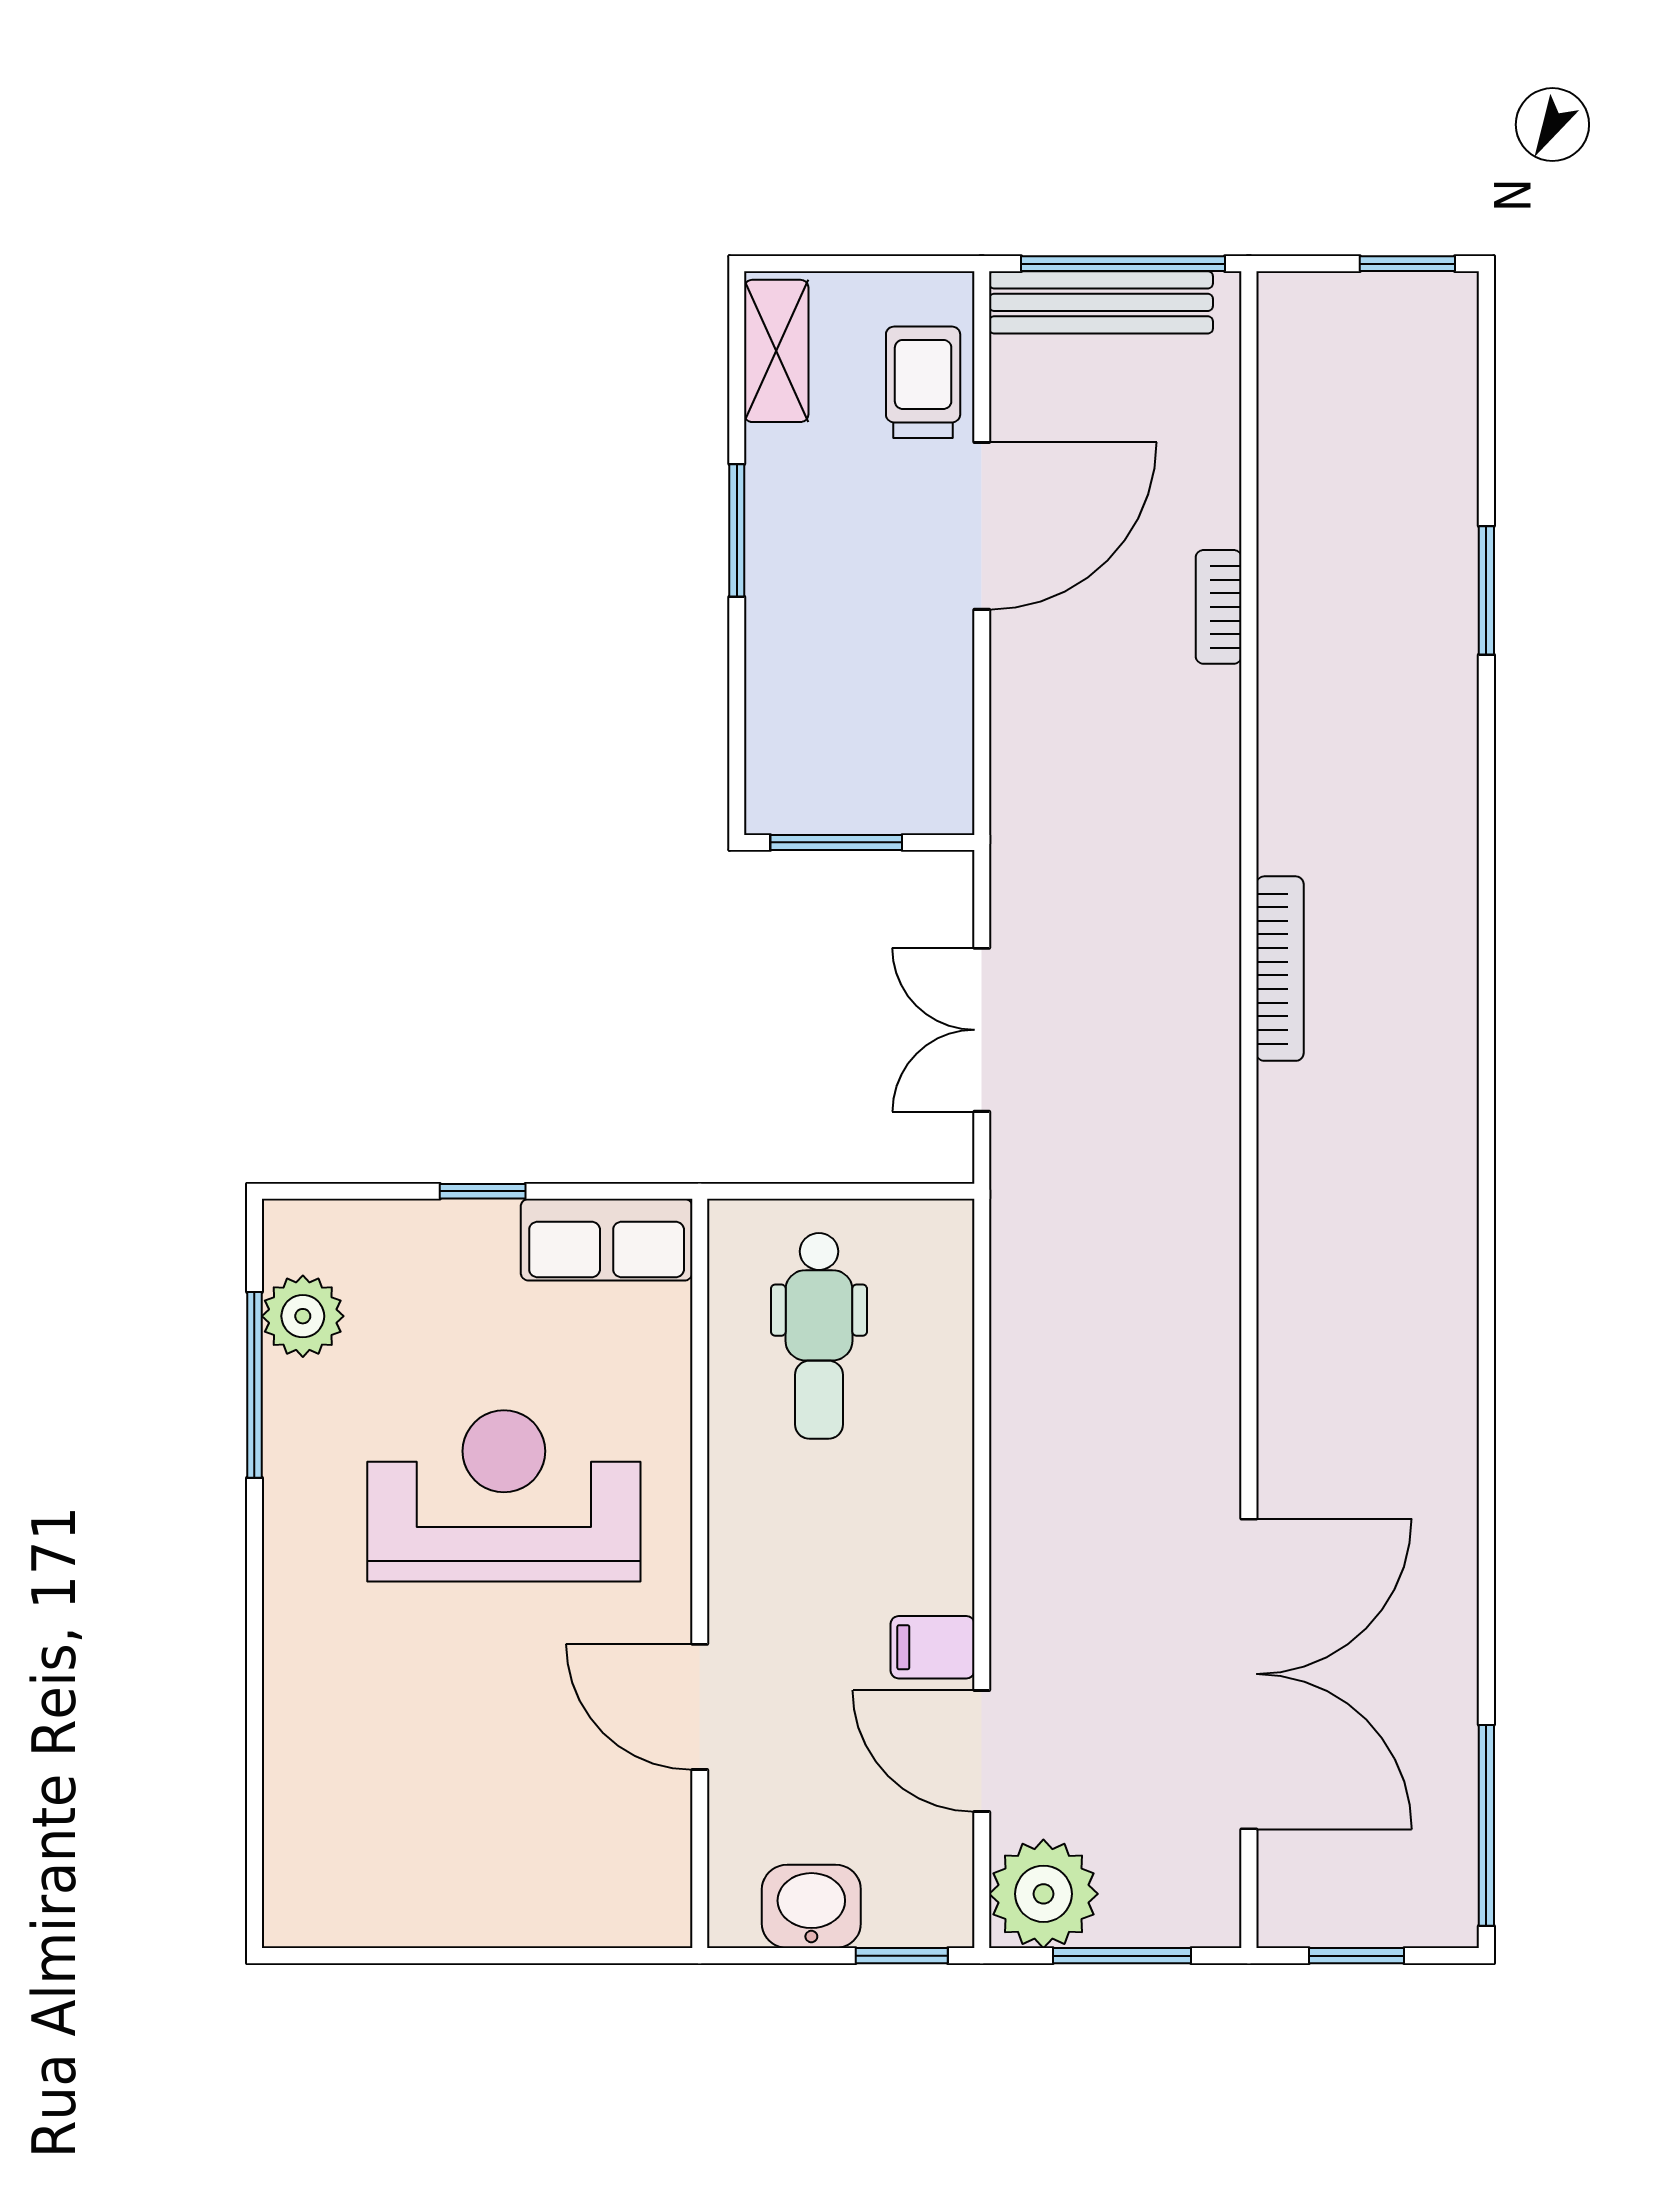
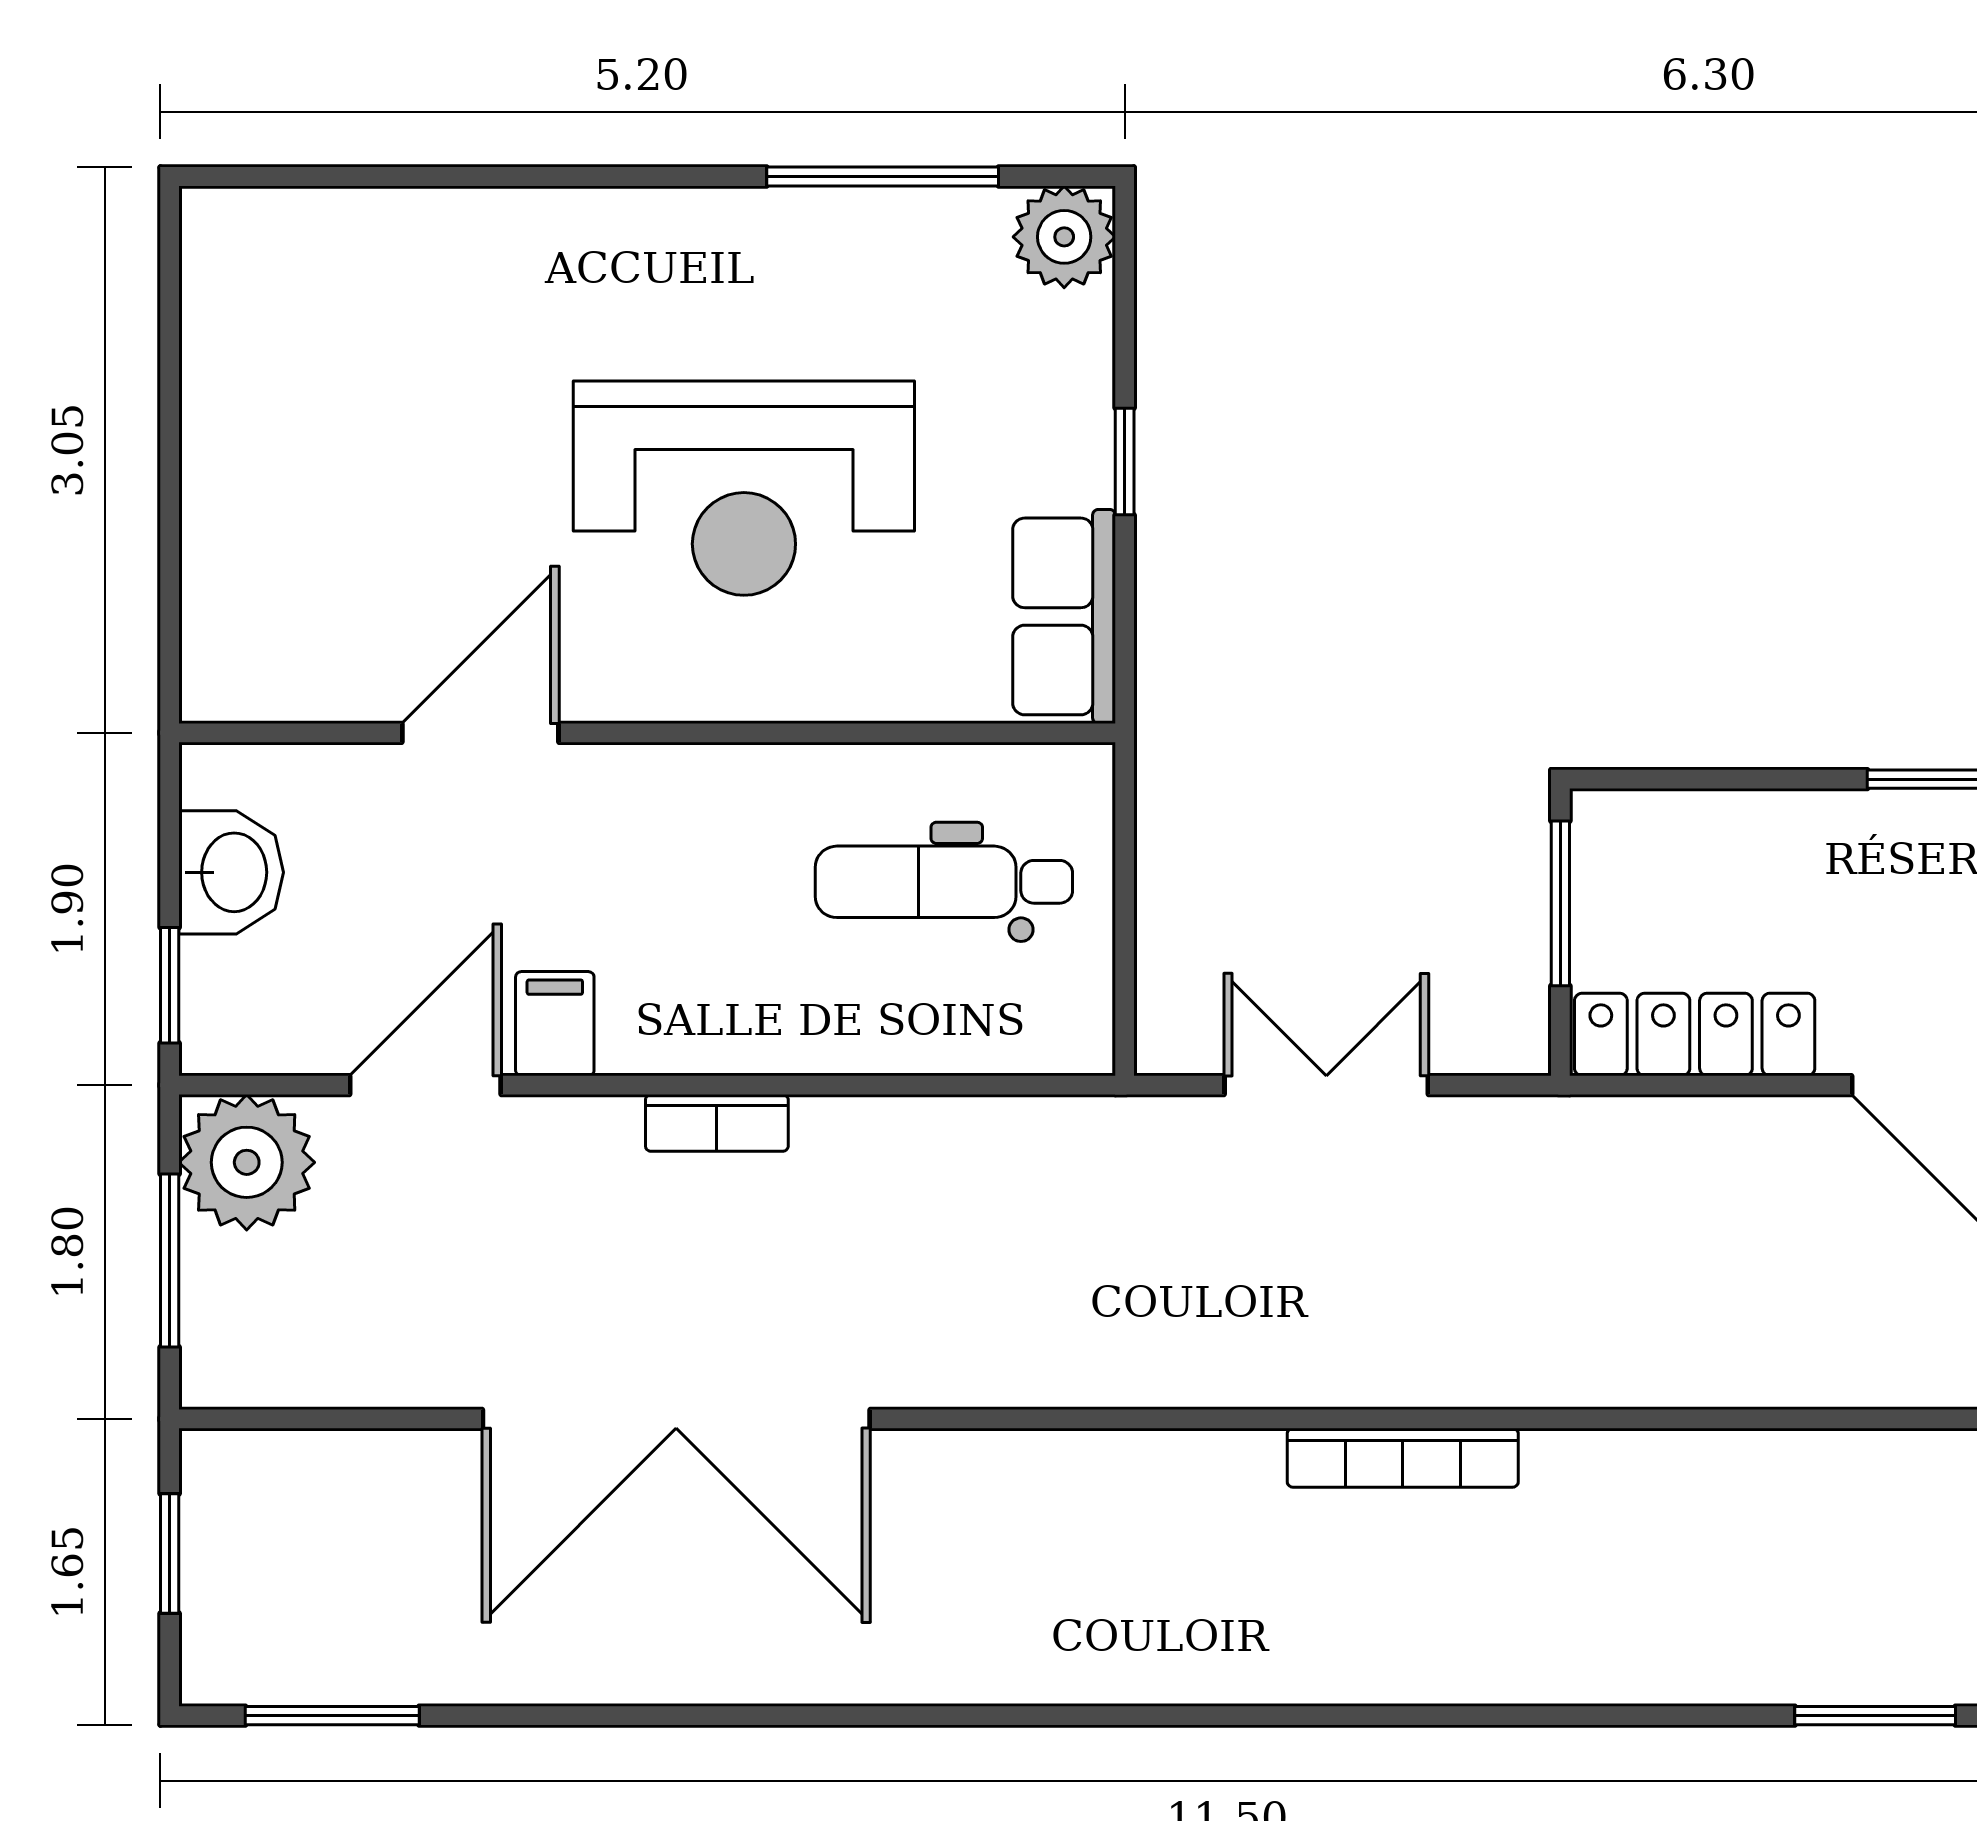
bookcase: (1219, 607) -> (717, 1123), moved, turned 180
locker: (941, 735) -> (1695, 1034), added
plant: (303, 1316) -> (1064, 237), moved
reception desk: (504, 1496) -> (744, 488), turned 90
double door: (1249, 1674) -> (676, 1419), moved
window: (1486, 1825) -> (332, 1716), width x0.69

